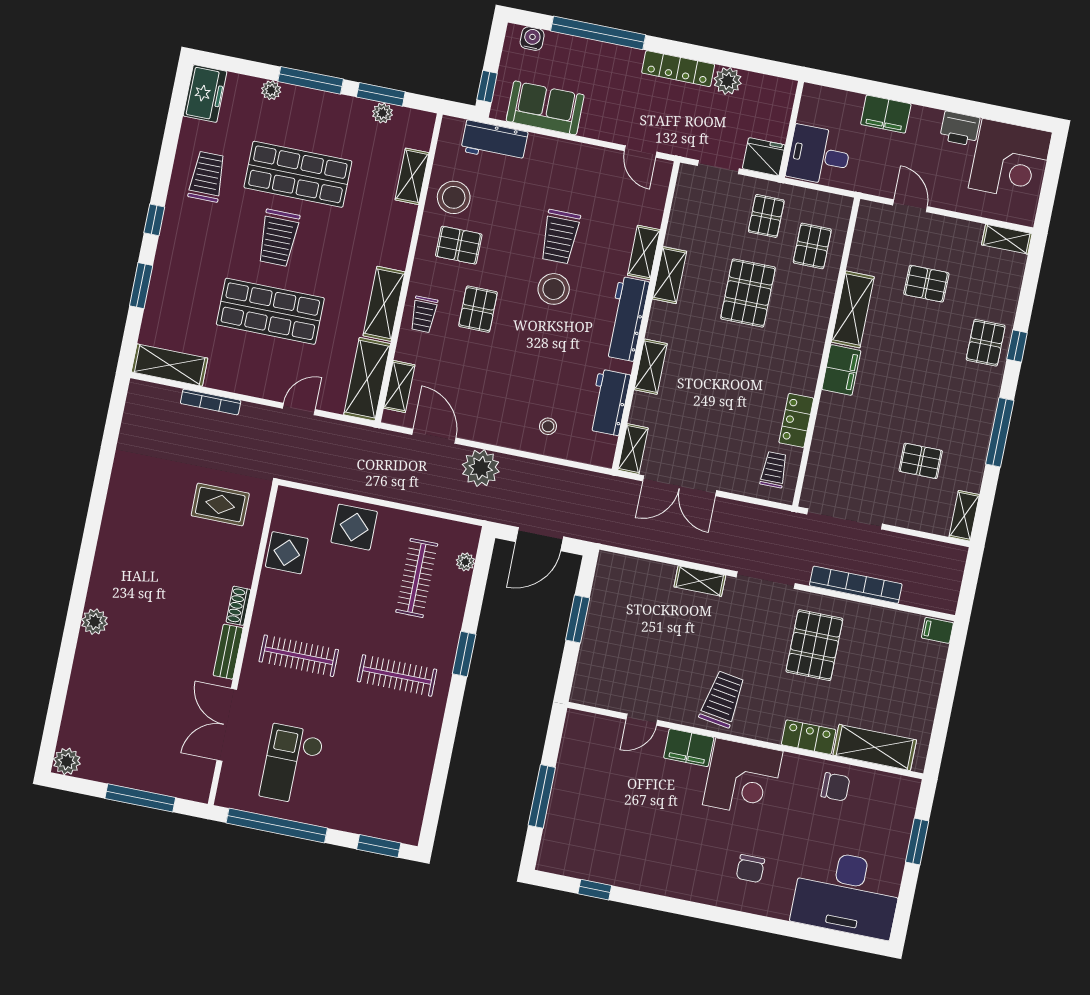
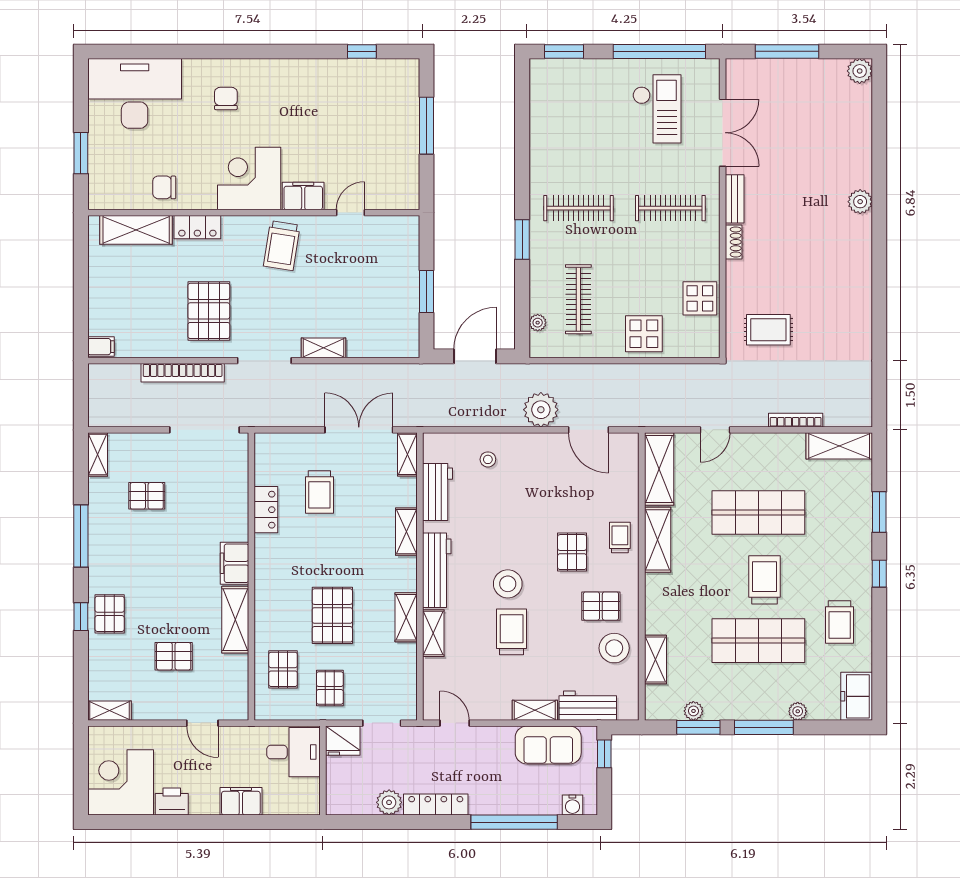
shelving: (399, 387) -> (535, 710), moved, turned 90
trolley: (774, 470) -> (319, 492), moved, width x1.36, depth x1.39

